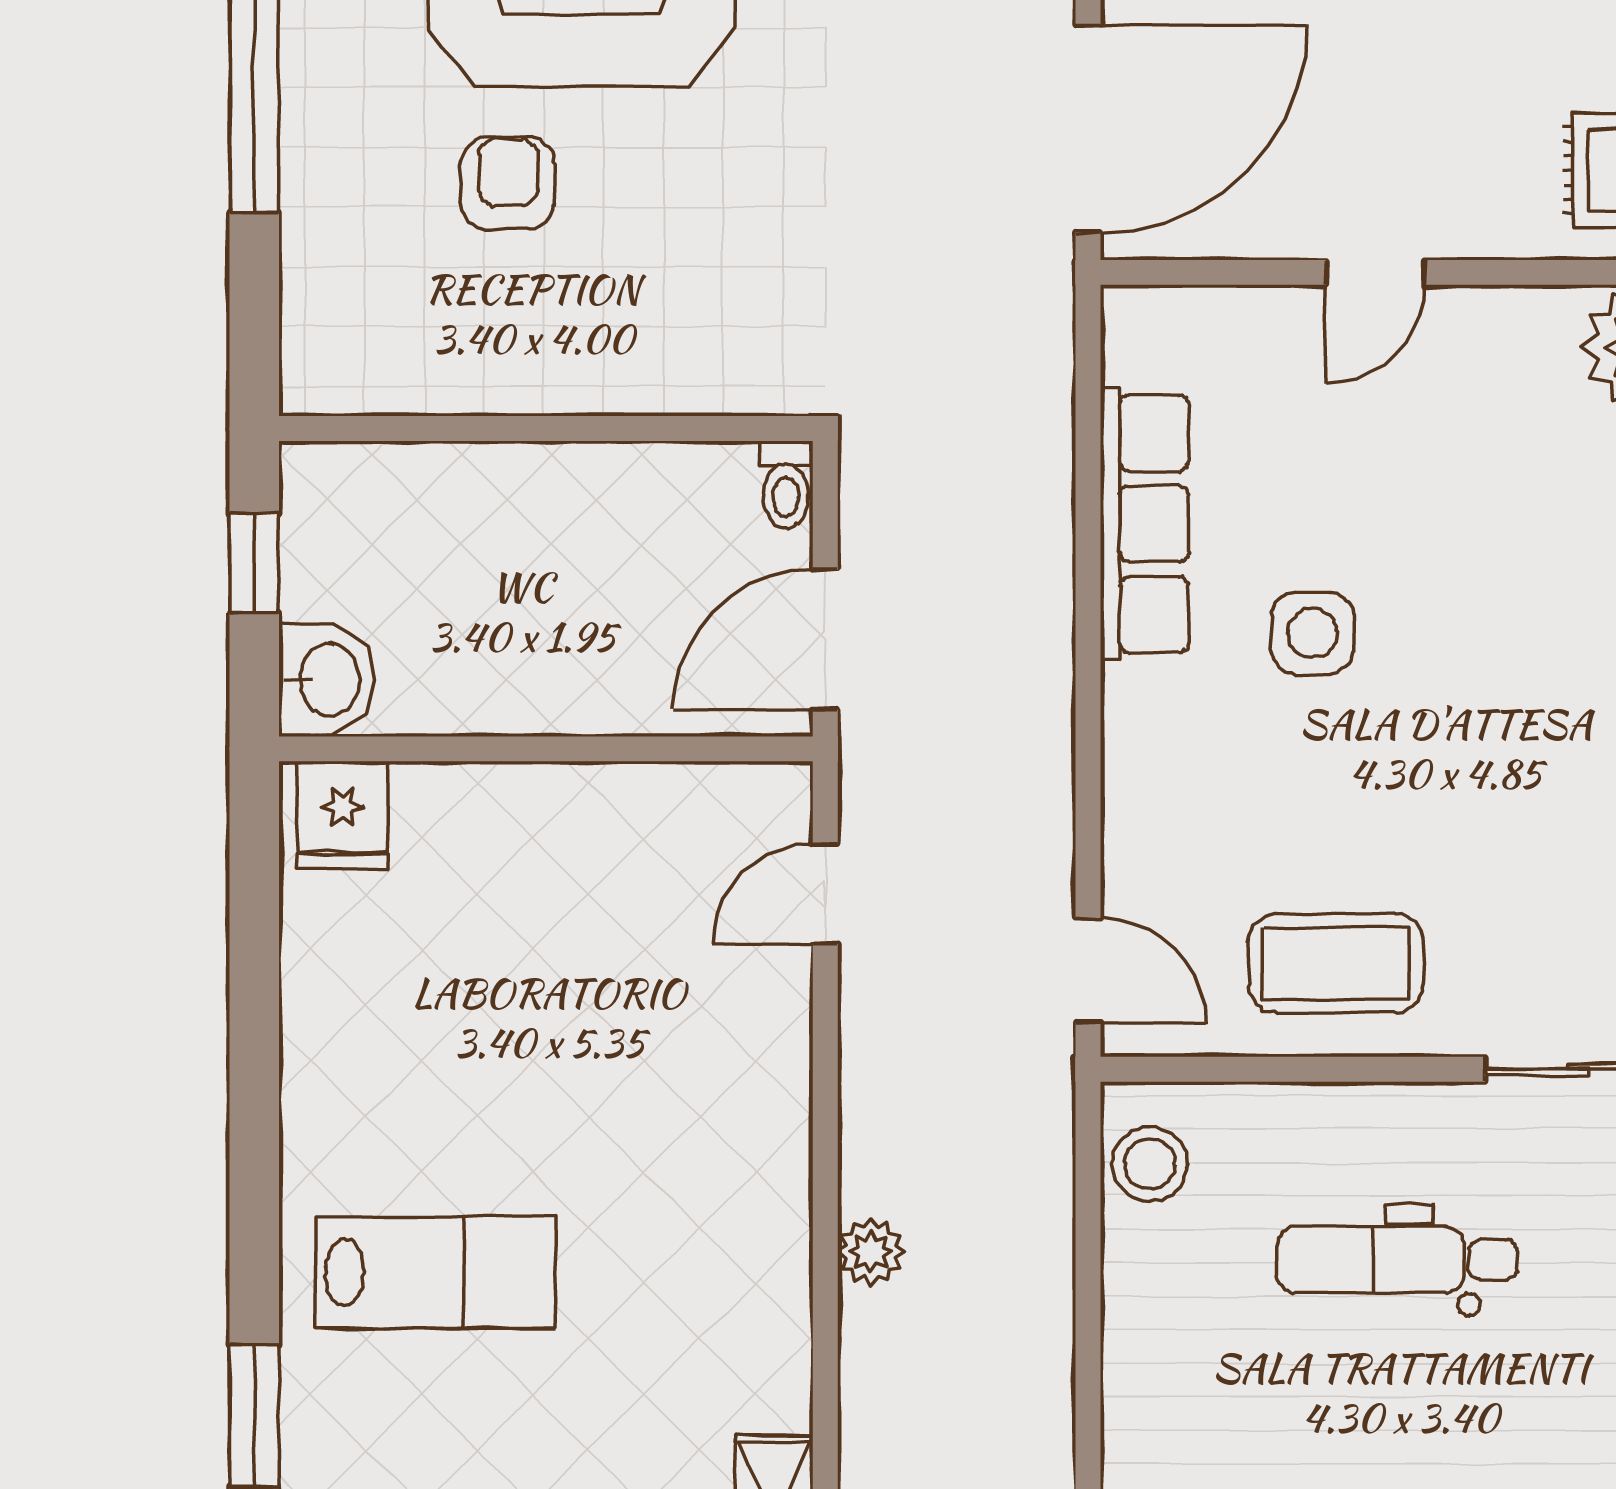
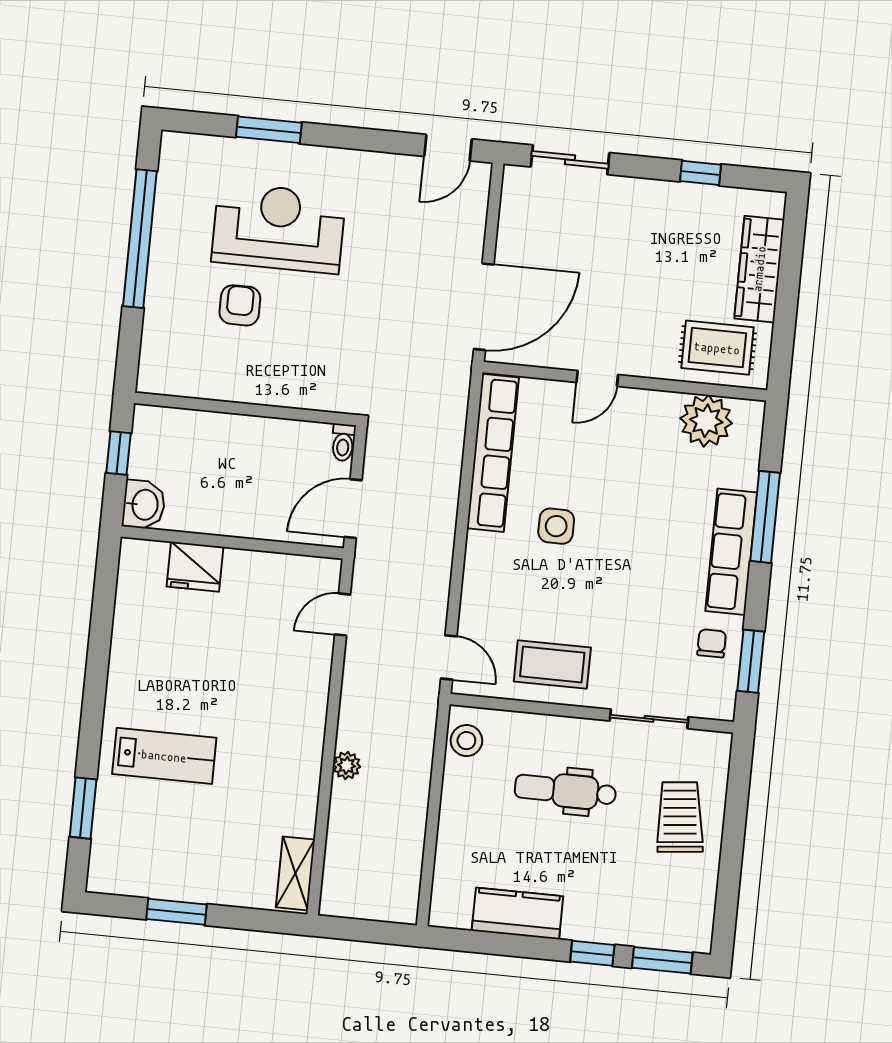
row of seats: (1144, 524) -> (493, 453), width x1.36
fridge: (342, 815) -> (195, 567), moved, width x1.38

